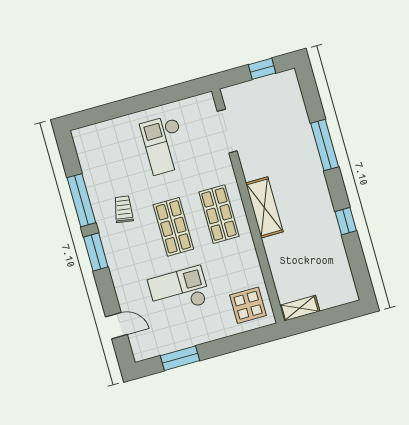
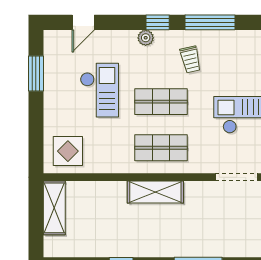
trolley: (124, 209) -> (190, 59), turned 68
window: (96, 252) -> (158, 22), width x0.67
plant: (114, 260) -> (146, 38), added
shelving: (300, 308) -> (54, 208), width x1.50, depth x1.33

